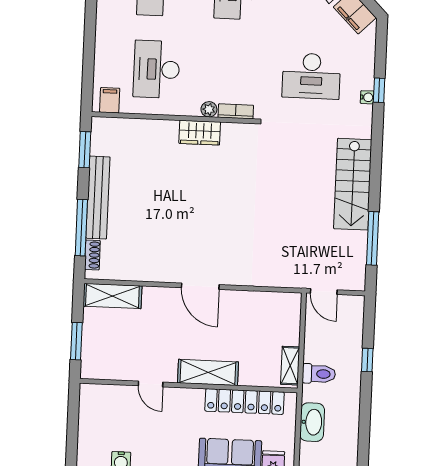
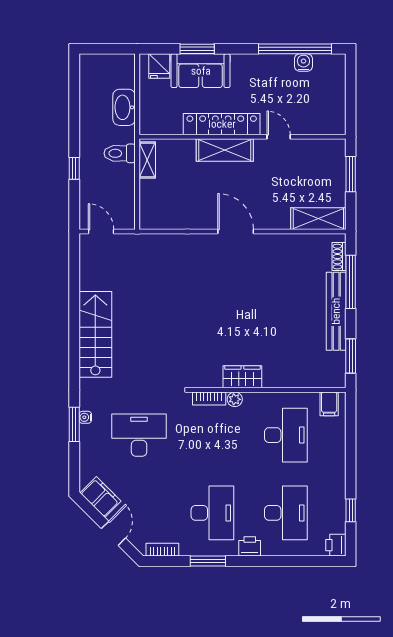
window: (379, 90) -> (74, 424), width x1.50
window: (373, 238) -> (74, 284), removed
door: (324, 292) -> (101, 231), moved
locker: (244, 402) -> (222, 124), moved

